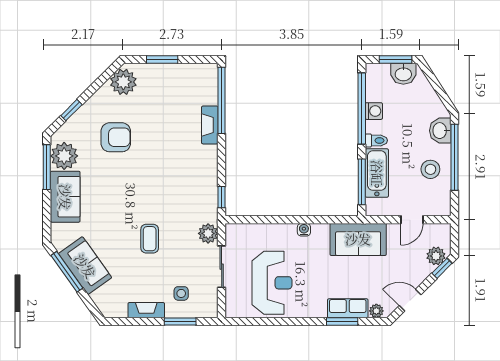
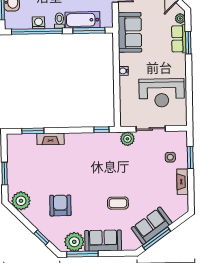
window: (222, 100) -> (33, 131), width x0.47
coffee table: (150, 239) -> (118, 203), moved
reception desk: (272, 283) -> (162, 93), turned 180

